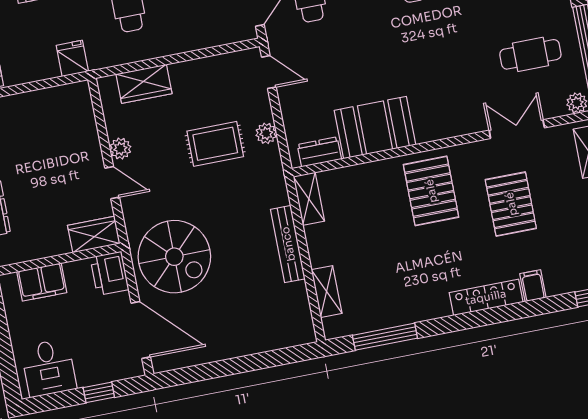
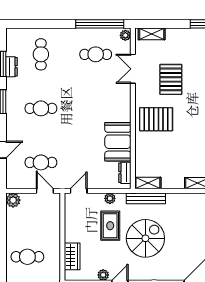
cafe table: (530, 54) -> (96, 54), turned 90
pallet: (511, 204) -> (171, 79), turned 90
bench: (288, 244) -> (146, 198), moved
spiral stairs: (174, 257) -> (145, 238), moved

